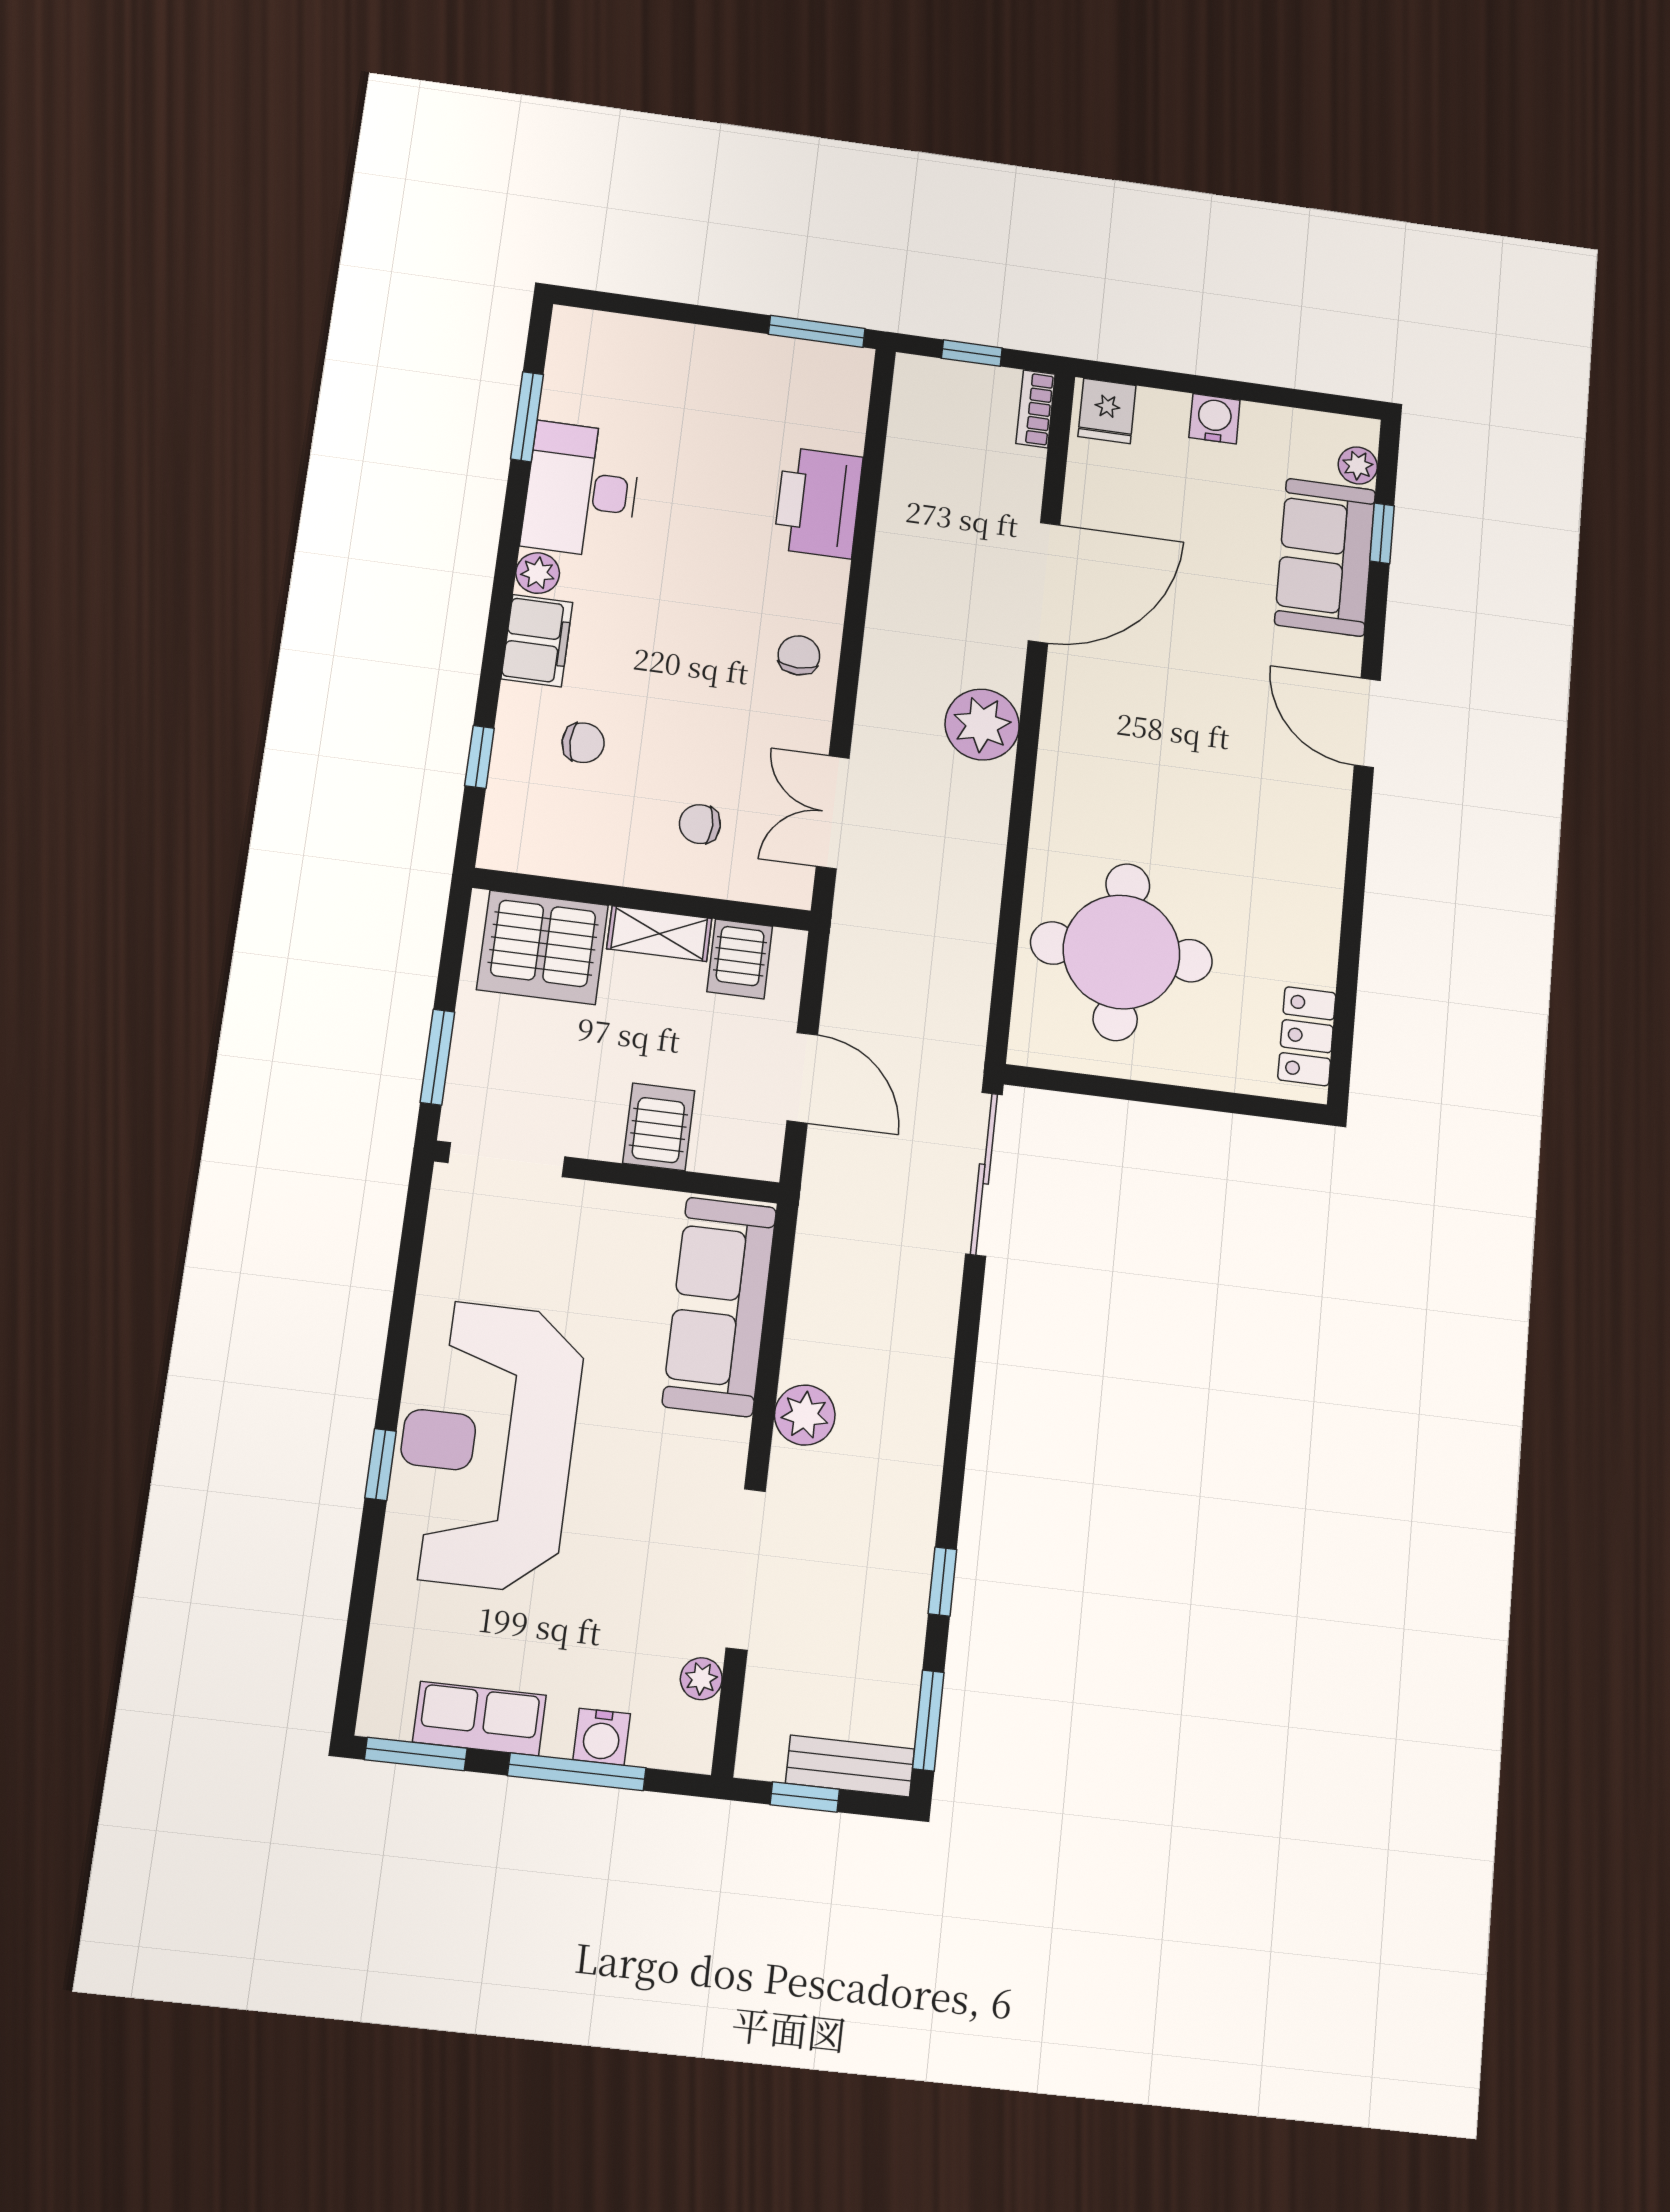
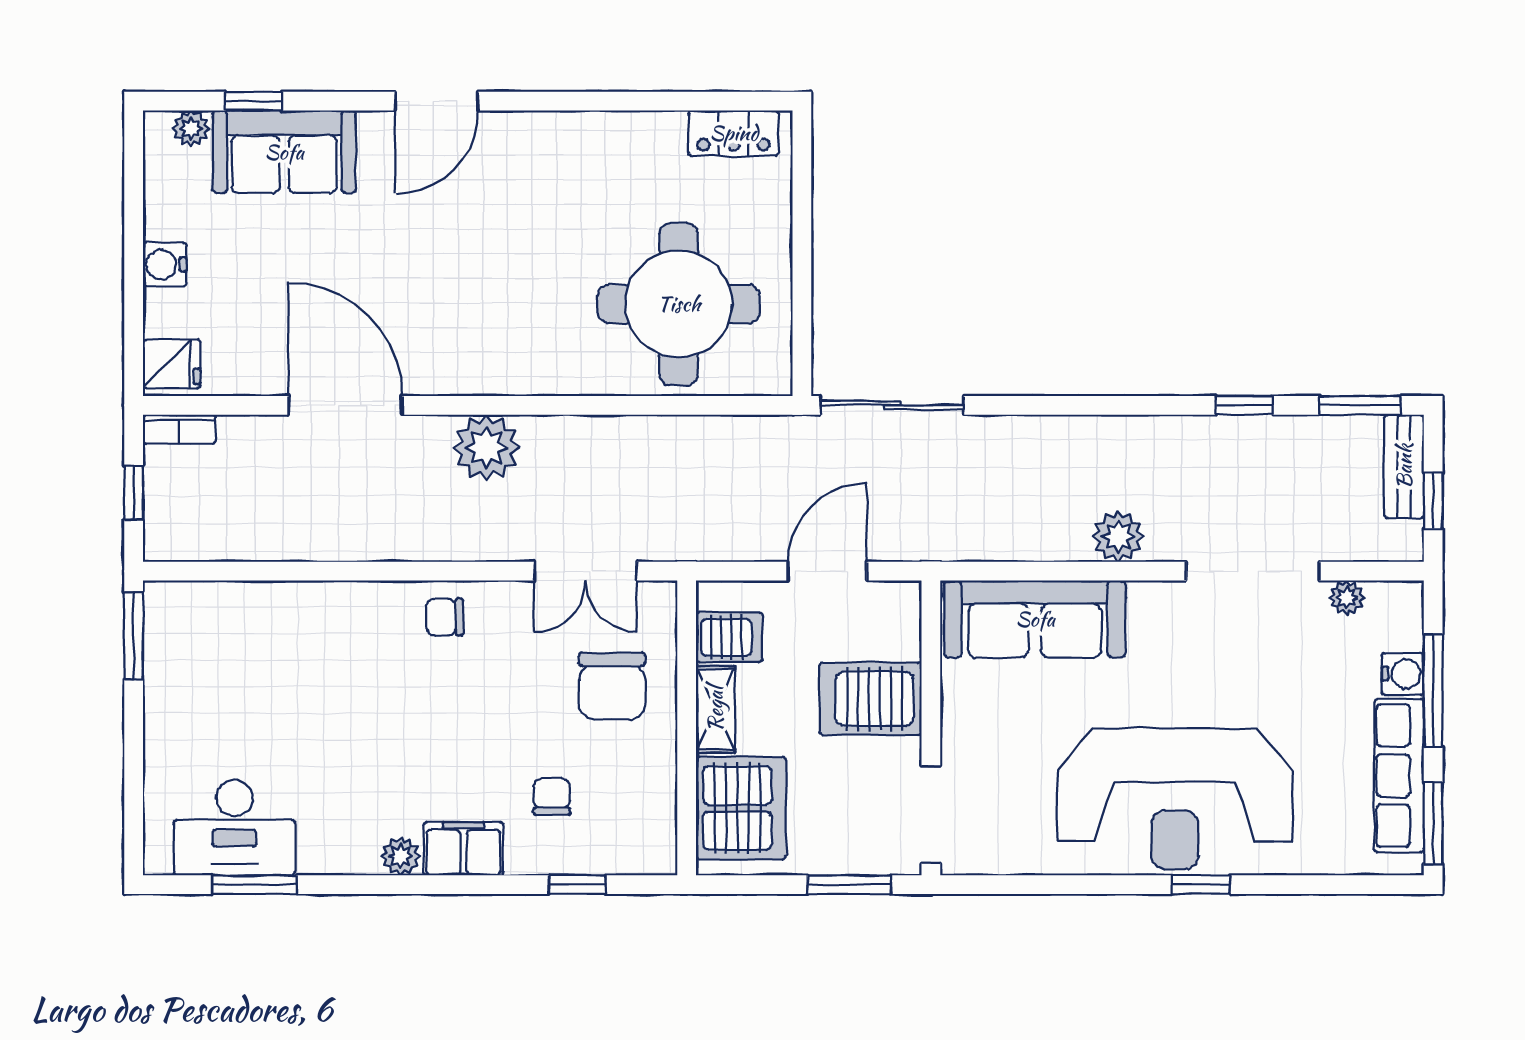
desk: (581, 490) -> (234, 828), moved
printer: (818, 503) -> (299, 616), removed
chair: (700, 824) -> (612, 686), width x1.87, depth x1.87
server rack: (659, 1127) -> (870, 699), width x1.36, depth x1.44
row of seats: (479, 1719) -> (1399, 776), width x1.48

